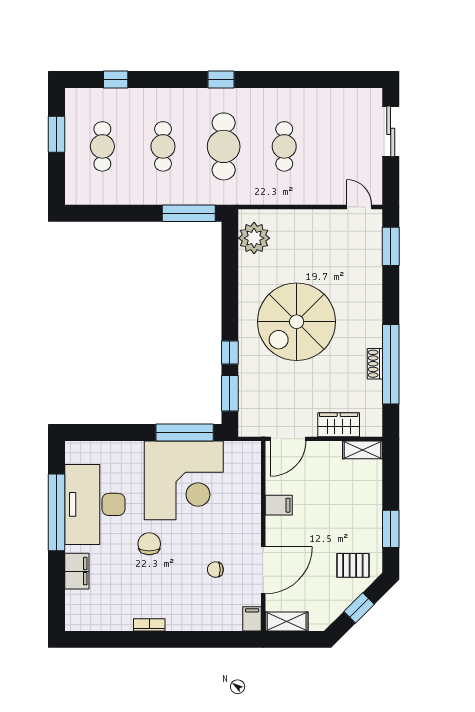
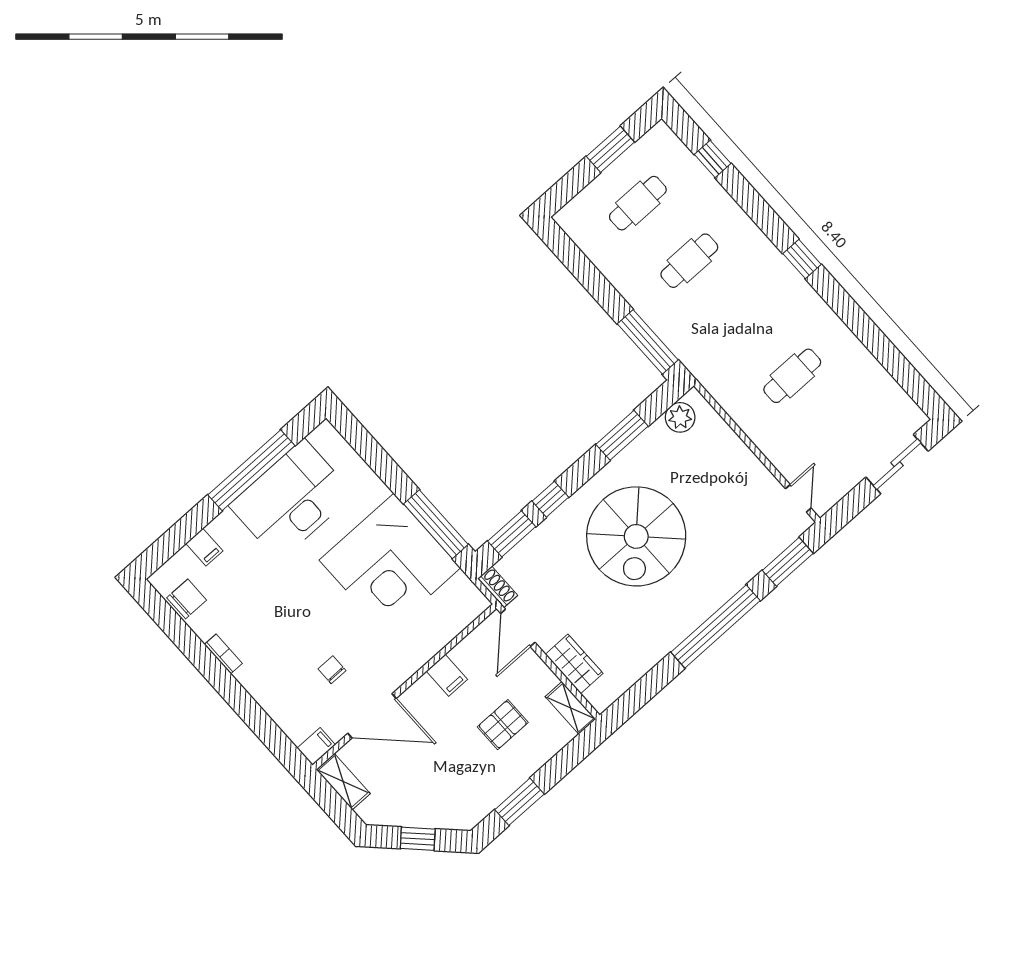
cafe table: (224, 146) -> (741, 318), removed
plant: (254, 238) -> (680, 417), width x0.73, depth x0.73
window: (230, 277) -> (622, 435), added
spiral stairs: (297, 322) -> (636, 536), turned -90
shoe rack: (375, 364) -> (498, 587), moved, turned 90
window: (391, 364) -> (716, 626), moved
door: (288, 439) -> (518, 628), hinge flipped
chair: (149, 544) -> (187, 599), moved
pallet: (353, 565) -> (503, 725), moved, turned 90
filing cabinet: (77, 571) -> (204, 547), width x0.50

